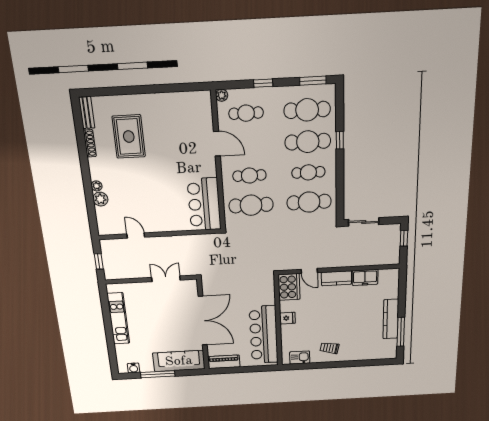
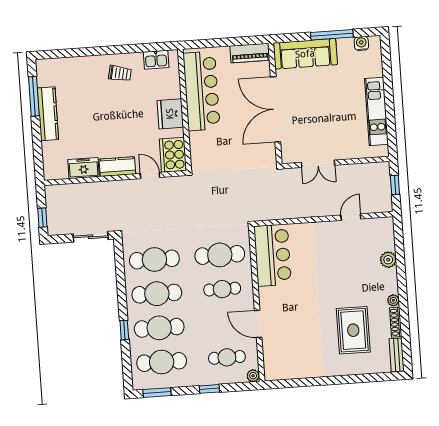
cafe table: (308, 172) -> (157, 294), width x1.37, depth x1.35
plant: (97, 186) -> (393, 300), moved
door: (136, 236) -> (351, 217), swing flipped
fridge: (287, 318) -> (170, 114), width x1.88, depth x1.34

